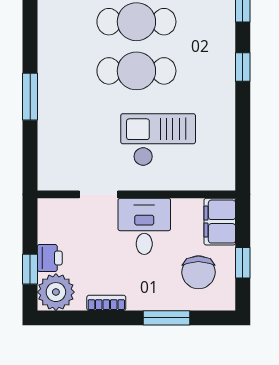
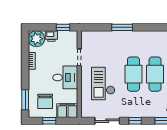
sliding door: (243, 131) -> (107, 121), added
checkout: (158, 140) -> (103, 84), turned 180
window: (30, 269) -> (63, 27), moved
chair: (198, 272) -> (45, 101), turned -90
window: (166, 318) -> (25, 100), moved

